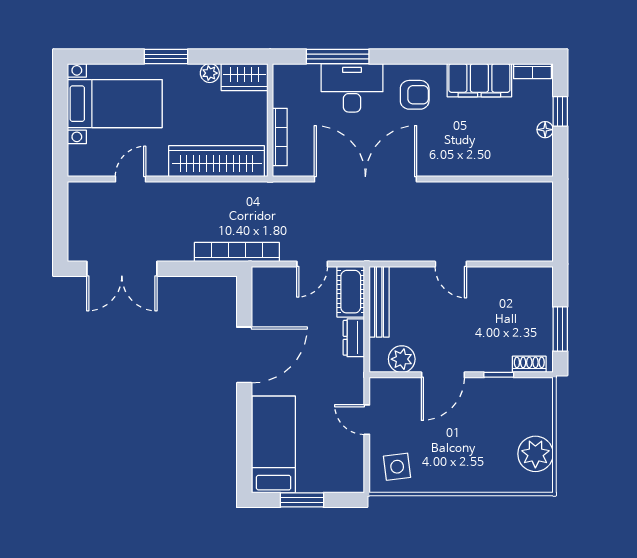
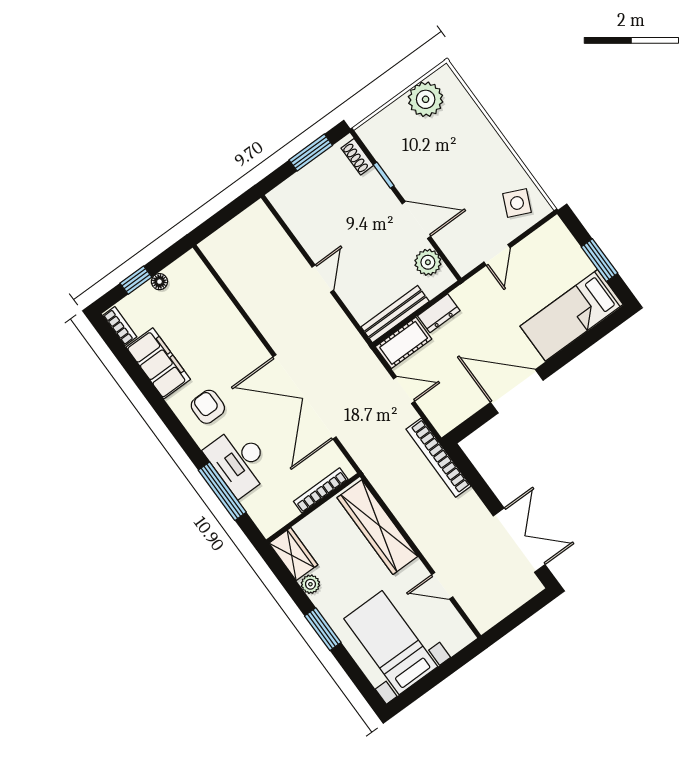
side table: (397, 467) -> (517, 203), turned 31

